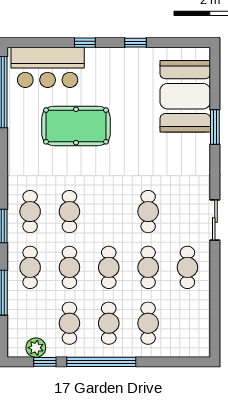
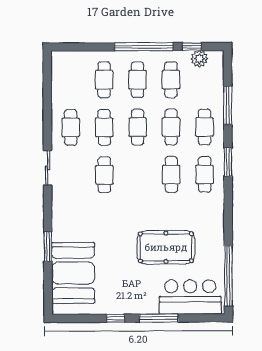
window: (85, 43) -> (159, 318), width x2.17

